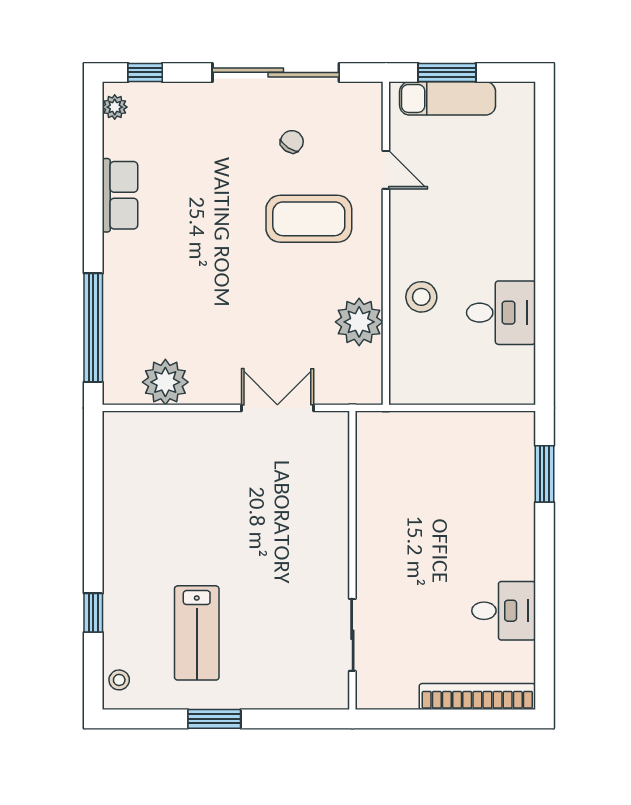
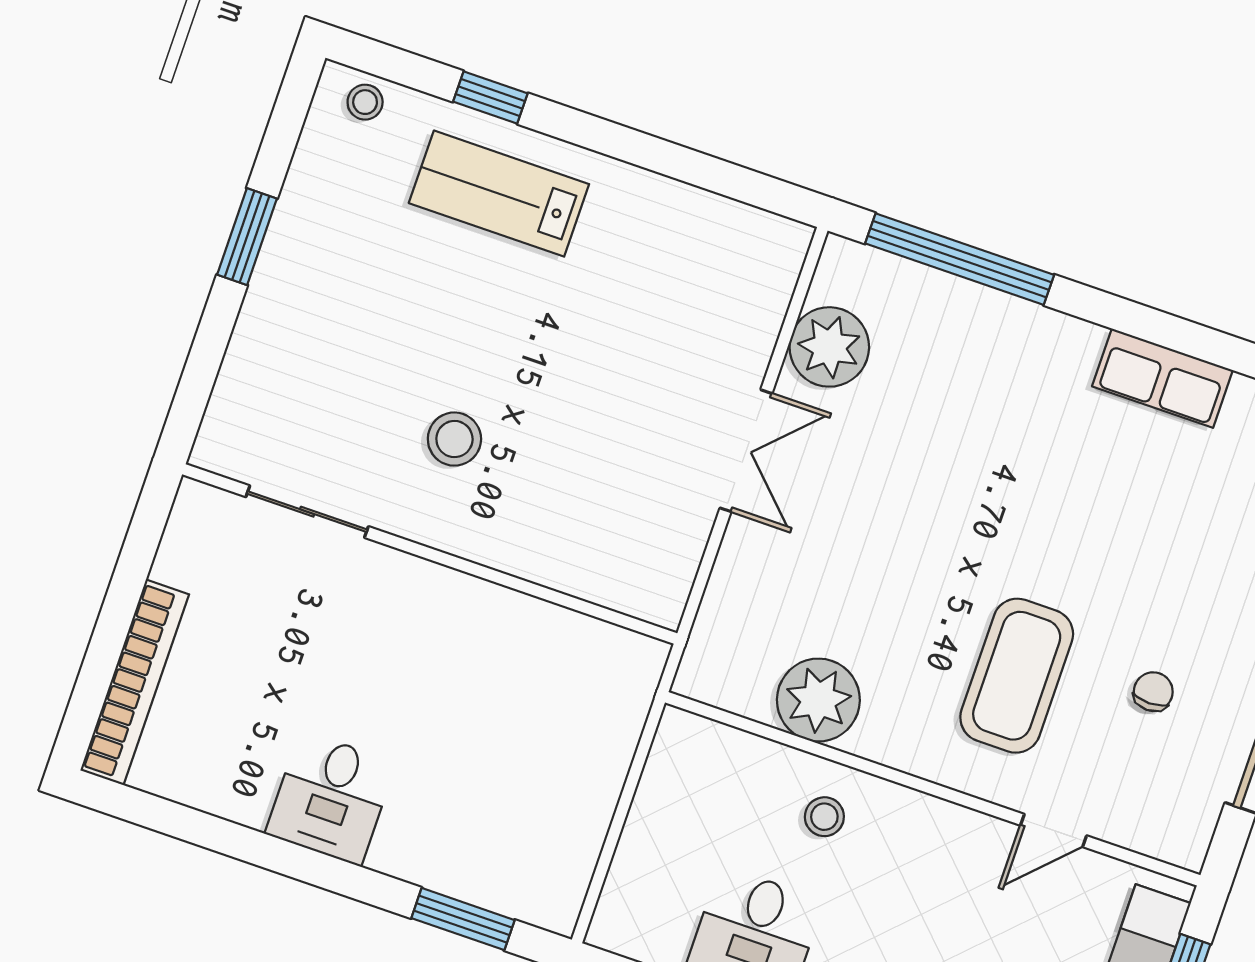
chair: (292, 142) -> (1153, 692), turned -124
stool: (421, 297) -> (824, 817), width x0.73, depth x0.73
double door: (277, 408) -> (746, 451), moved
stool: (285, 568) -> (454, 439), added
desk: (504, 611) -> (331, 798), moved
lab bench: (197, 633) -> (499, 194), moved

